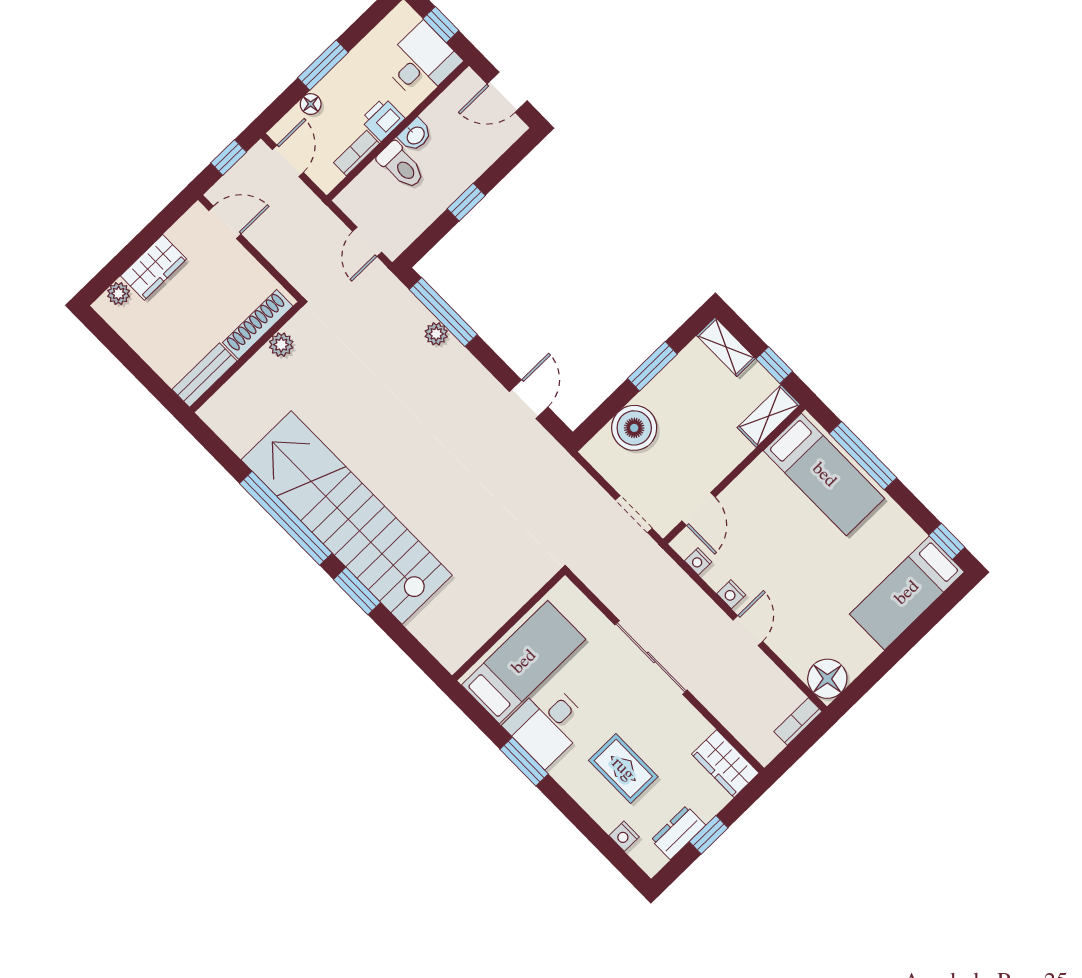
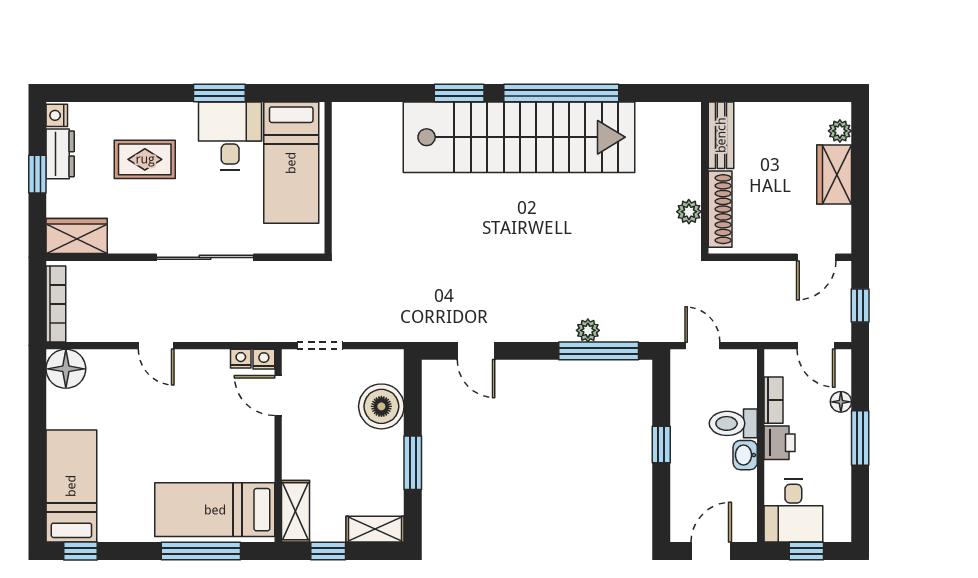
nightstand: (731, 594) -> (264, 359), moved
bookcase: (798, 721) -> (56, 304), width x1.56
nightstand: (624, 836) -> (57, 115), moved, turned -90

